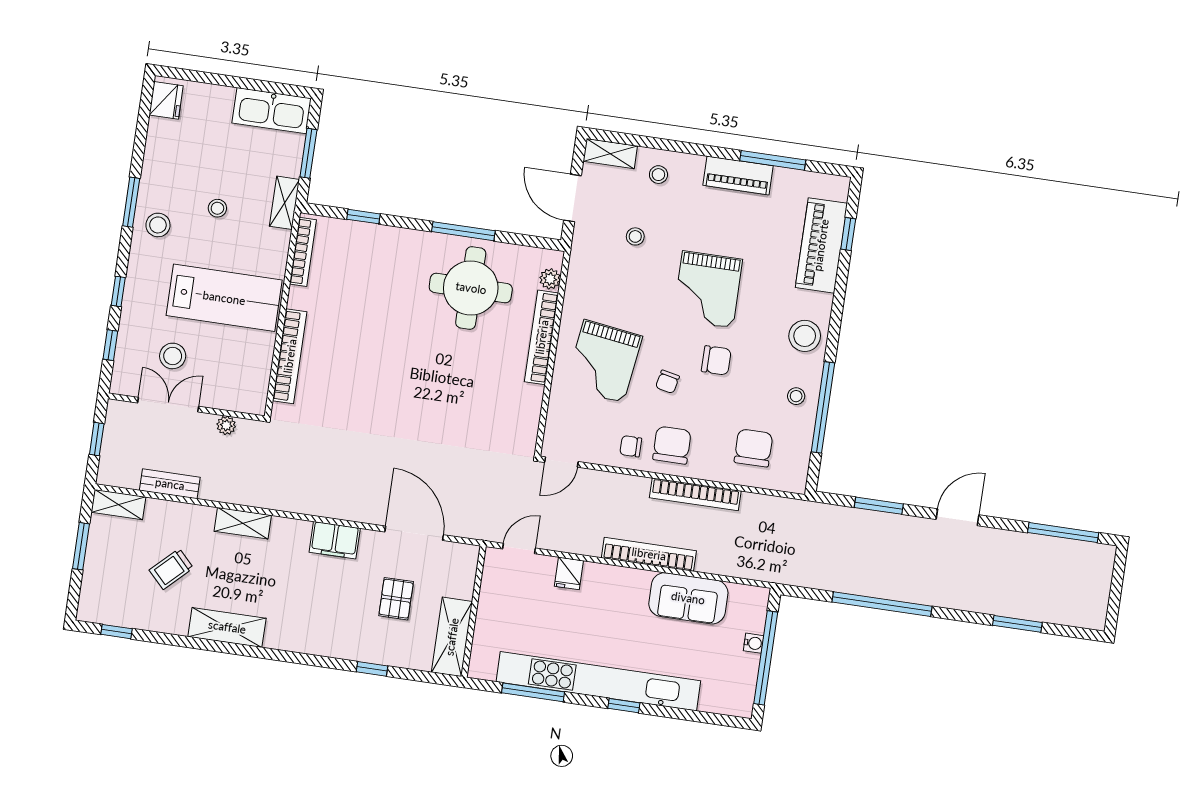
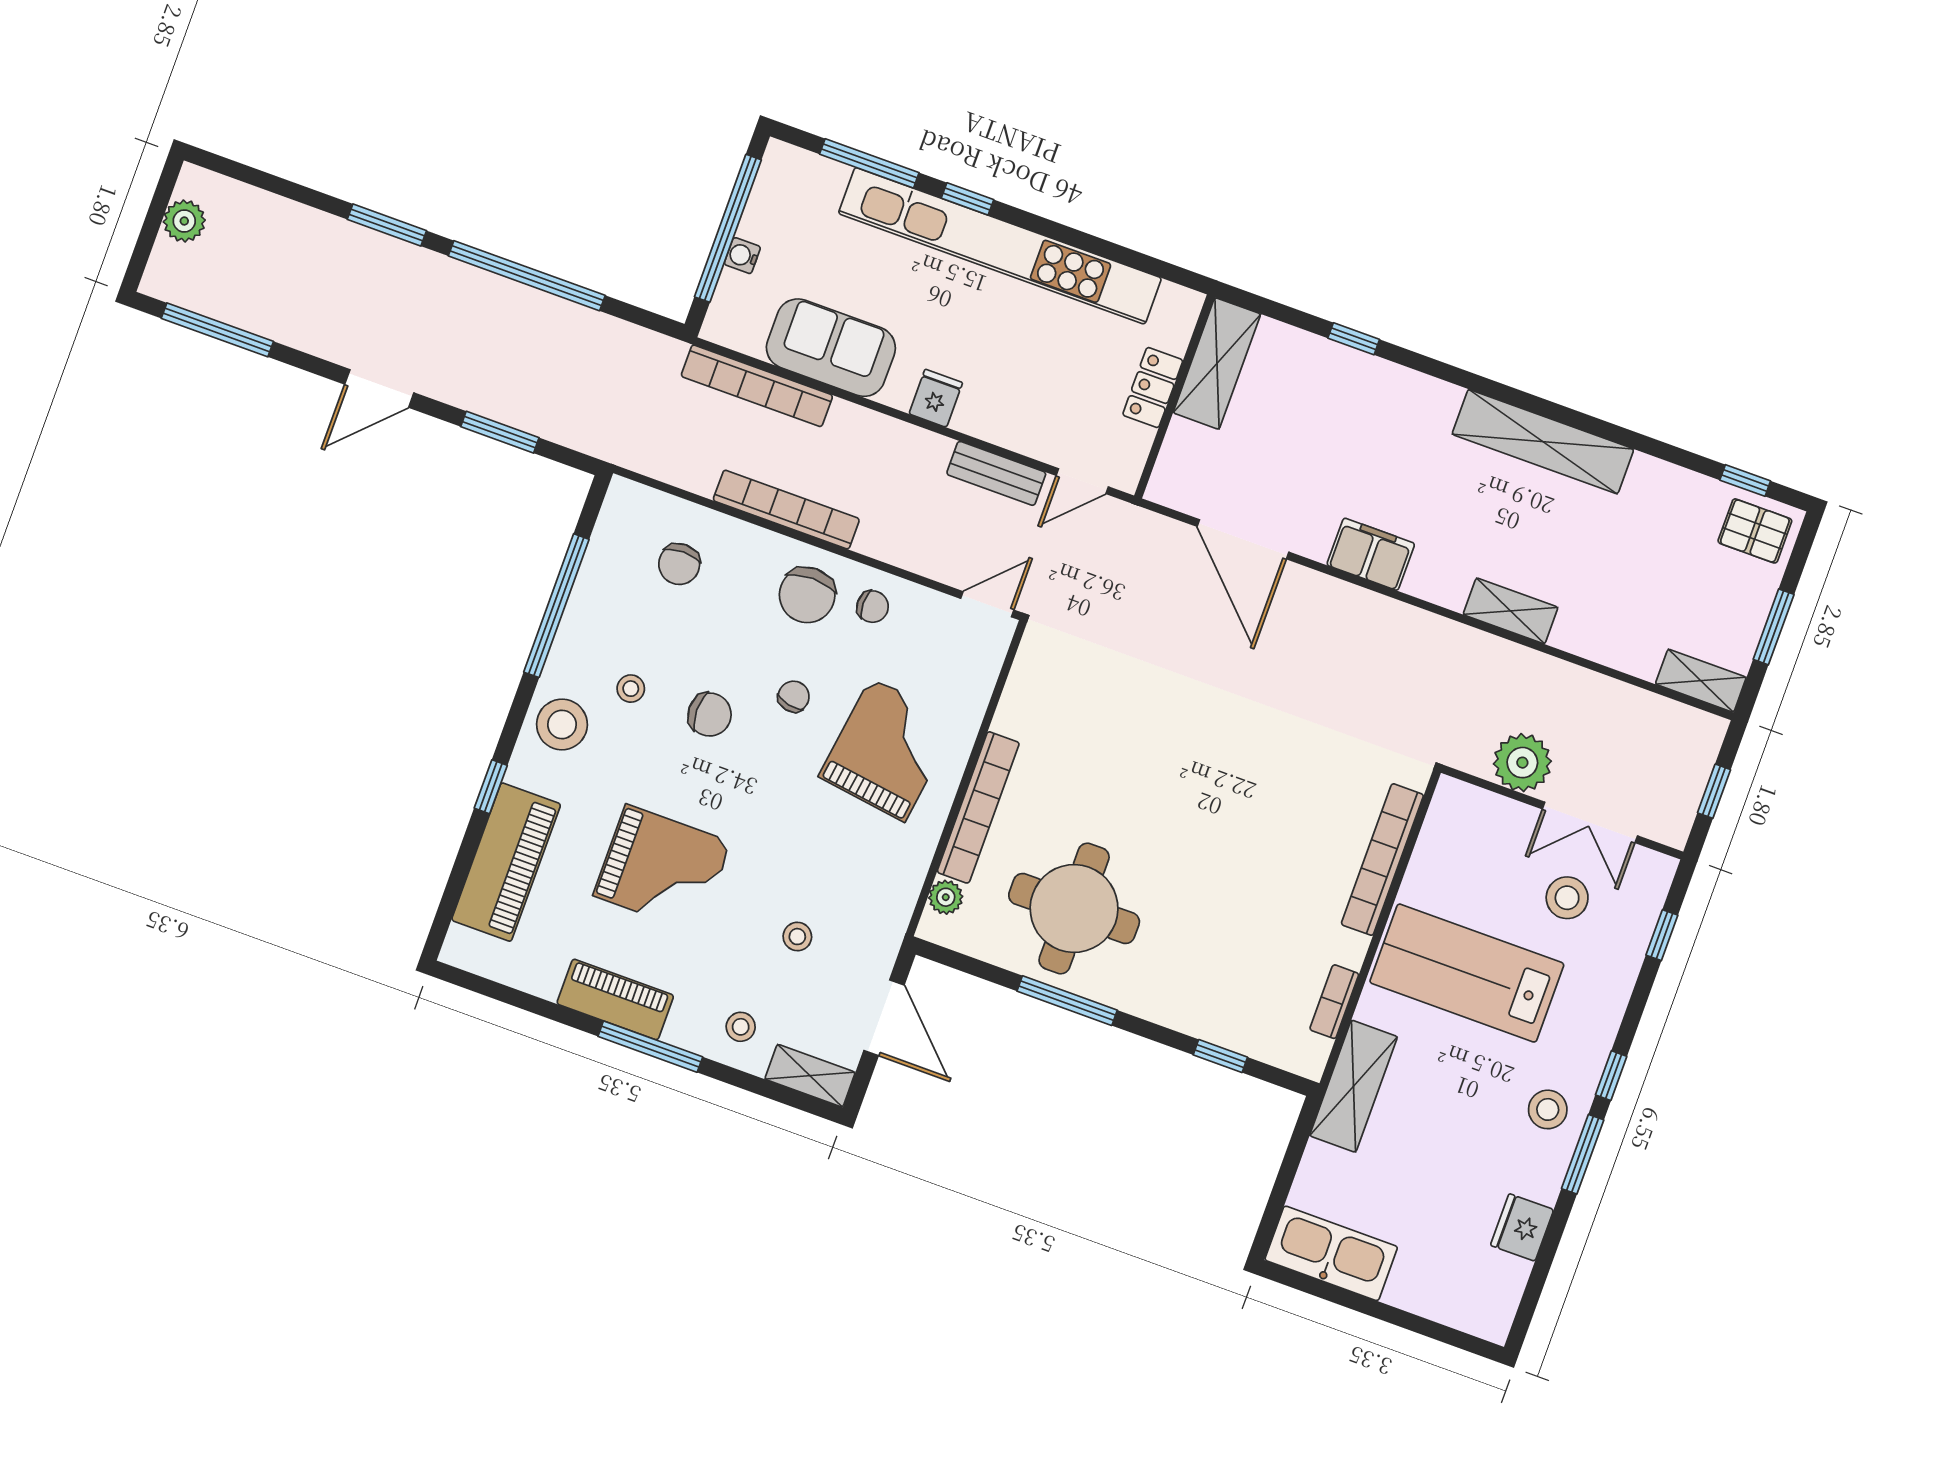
fridge: (166, 100) -> (1522, 1227), moved
window: (308, 153) -> (1287, 1174), removed
window: (773, 160) -> (650, 1047), moved
shelving: (284, 203) -> (1354, 1086), width x1.50, depth x1.33
stool: (217, 208) -> (1448, 1117), removed
window: (848, 234) -> (491, 787), moved
bookcase: (303, 252) -> (1334, 1002), width x0.64
grand piano: (708, 289) -> (662, 869), moved, turned 90
window: (118, 291) -> (1611, 1076), moved
chair: (716, 360) -> (710, 715), turned 180
stool: (796, 396) -> (631, 689), moved
plant: (226, 425) -> (1522, 763), width x1.87, depth x1.87
chair: (753, 448) -> (679, 564), width x0.73, depth x0.73
bench: (170, 484) -> (996, 473), moved
bookcase: (649, 554) -> (757, 386), moved
trolley: (171, 569) -> (1638, 562), removed
fridge: (569, 573) -> (936, 398), moved
plant: (1097, 595) -> (184, 221), added
pallet: (396, 599) -> (1755, 531), moved, turned 90
locker: (488, 614) -> (1153, 388), added
window: (1017, 624) -> (387, 225), moved
shelving: (227, 627) -> (1543, 442), width x1.47
window: (533, 692) -> (869, 163), moved

